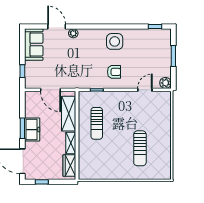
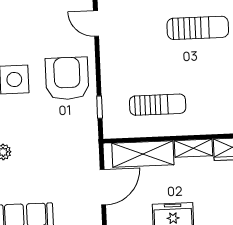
armchair: (114, 72) -> (67, 78), width x1.88, depth x1.88

